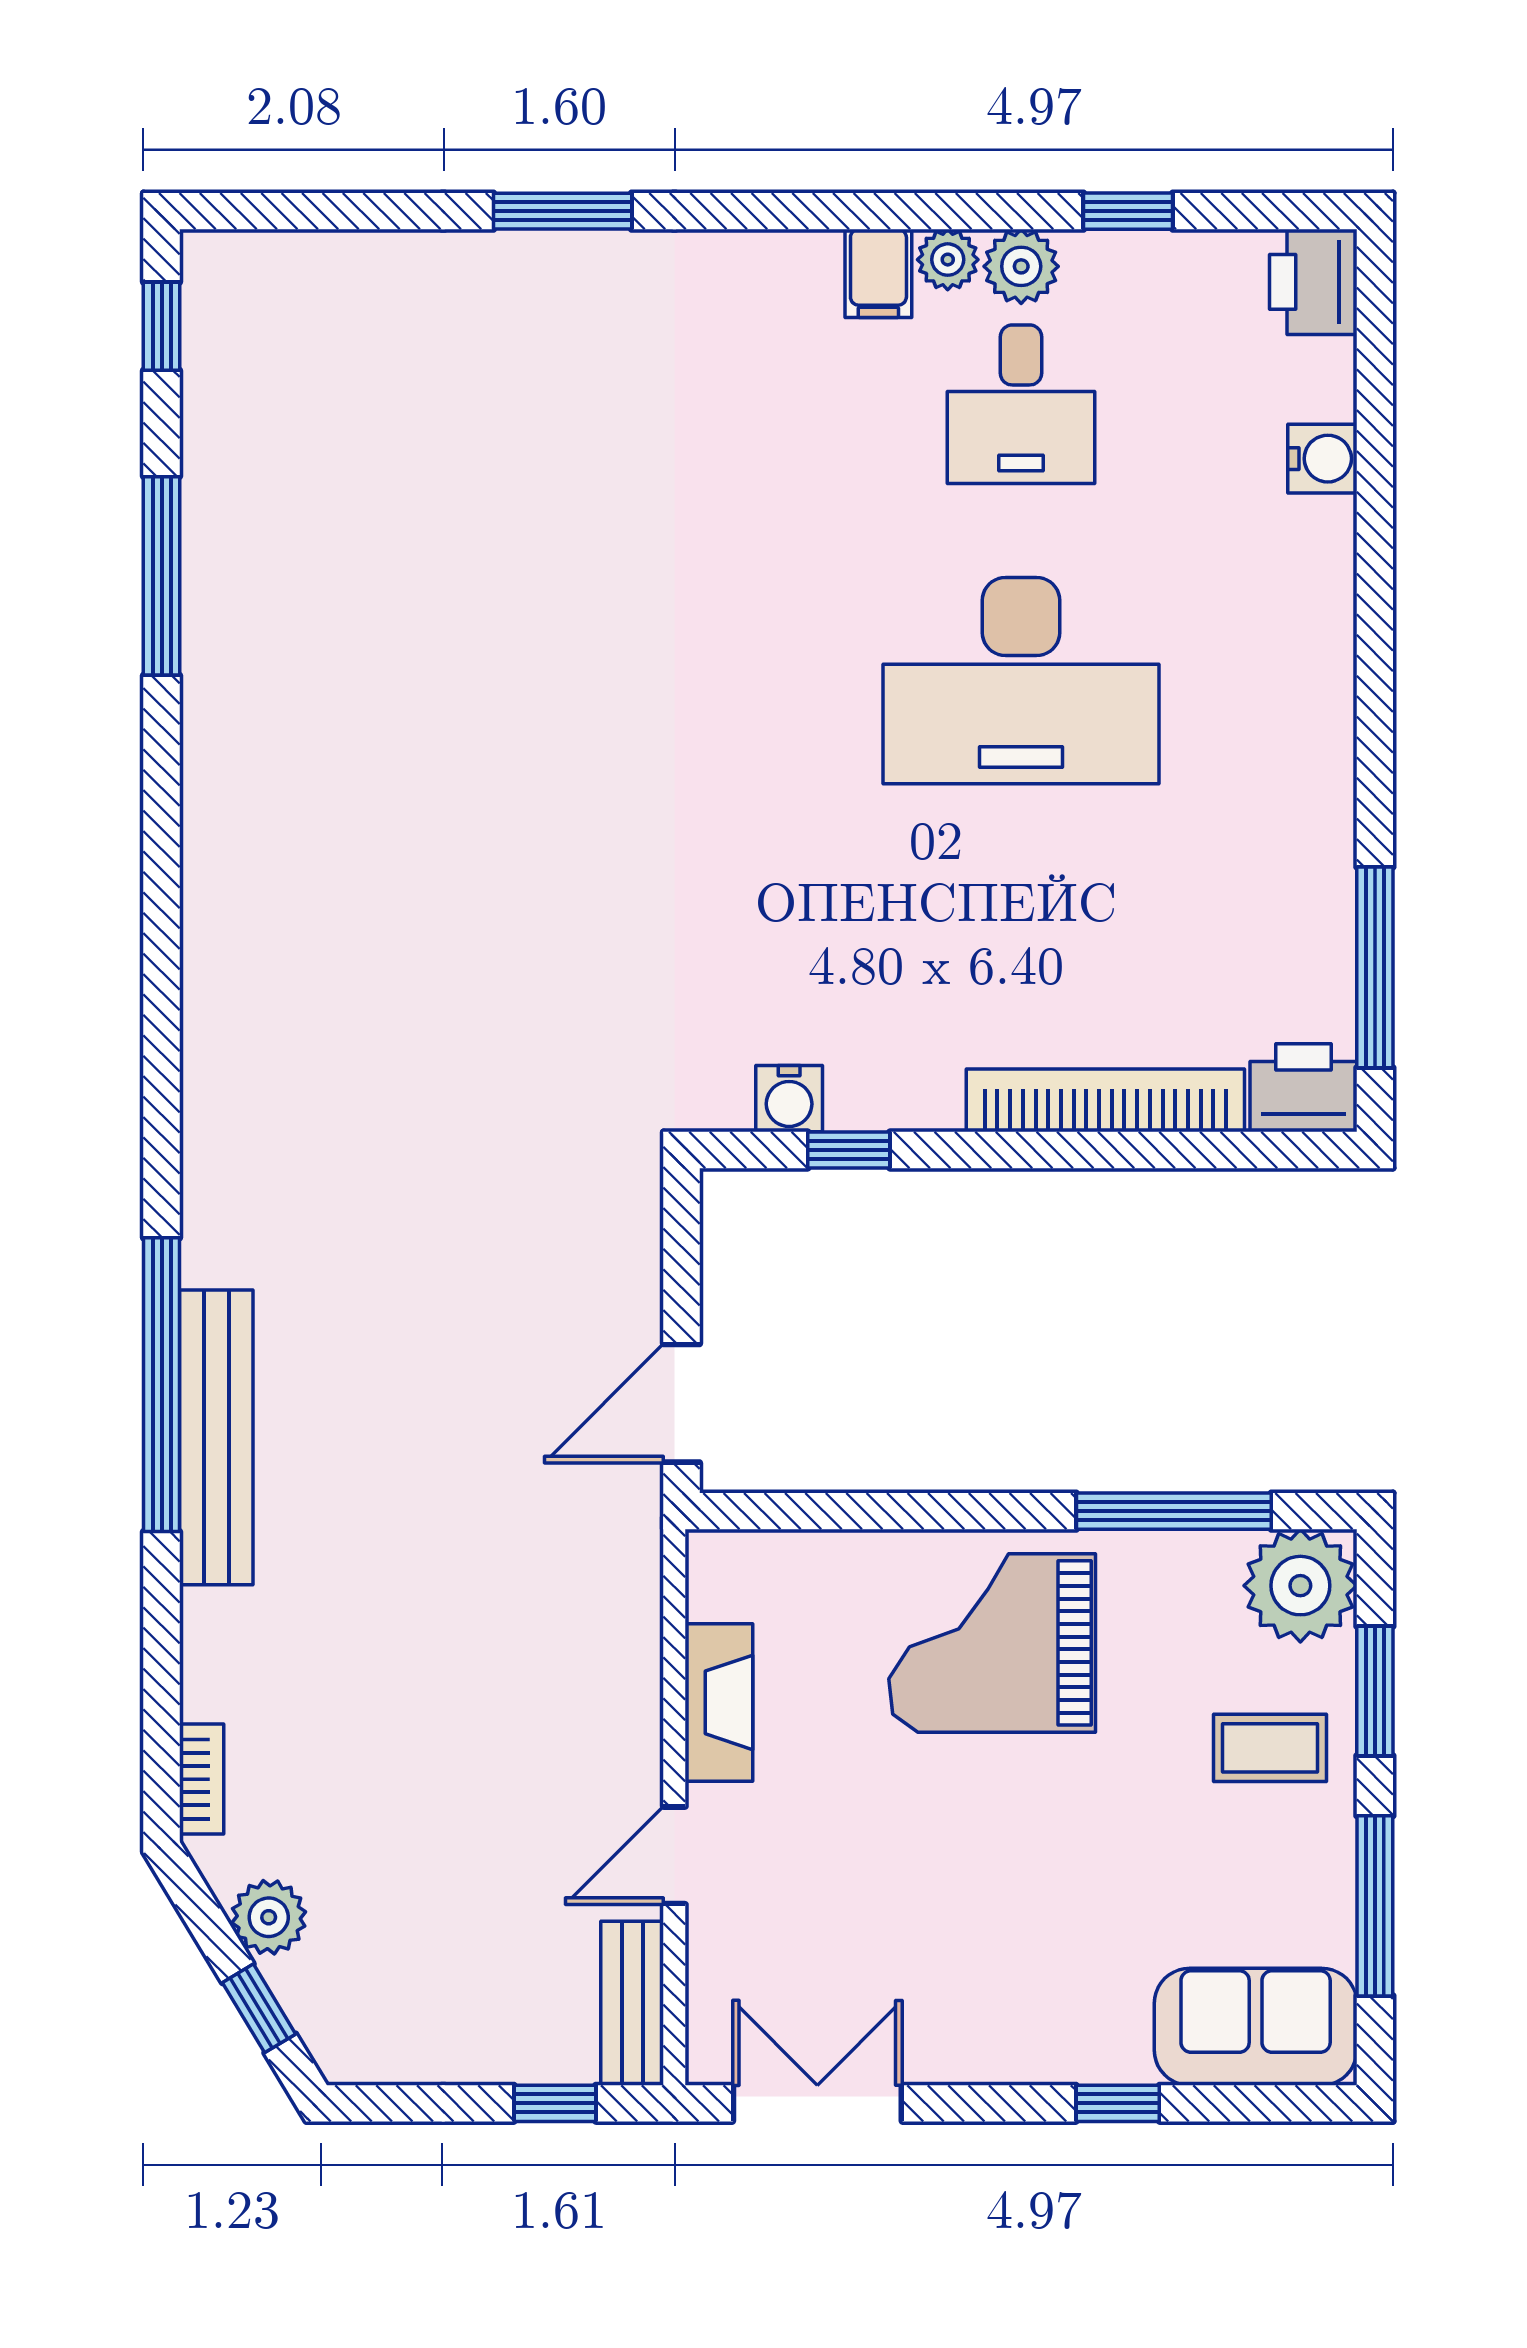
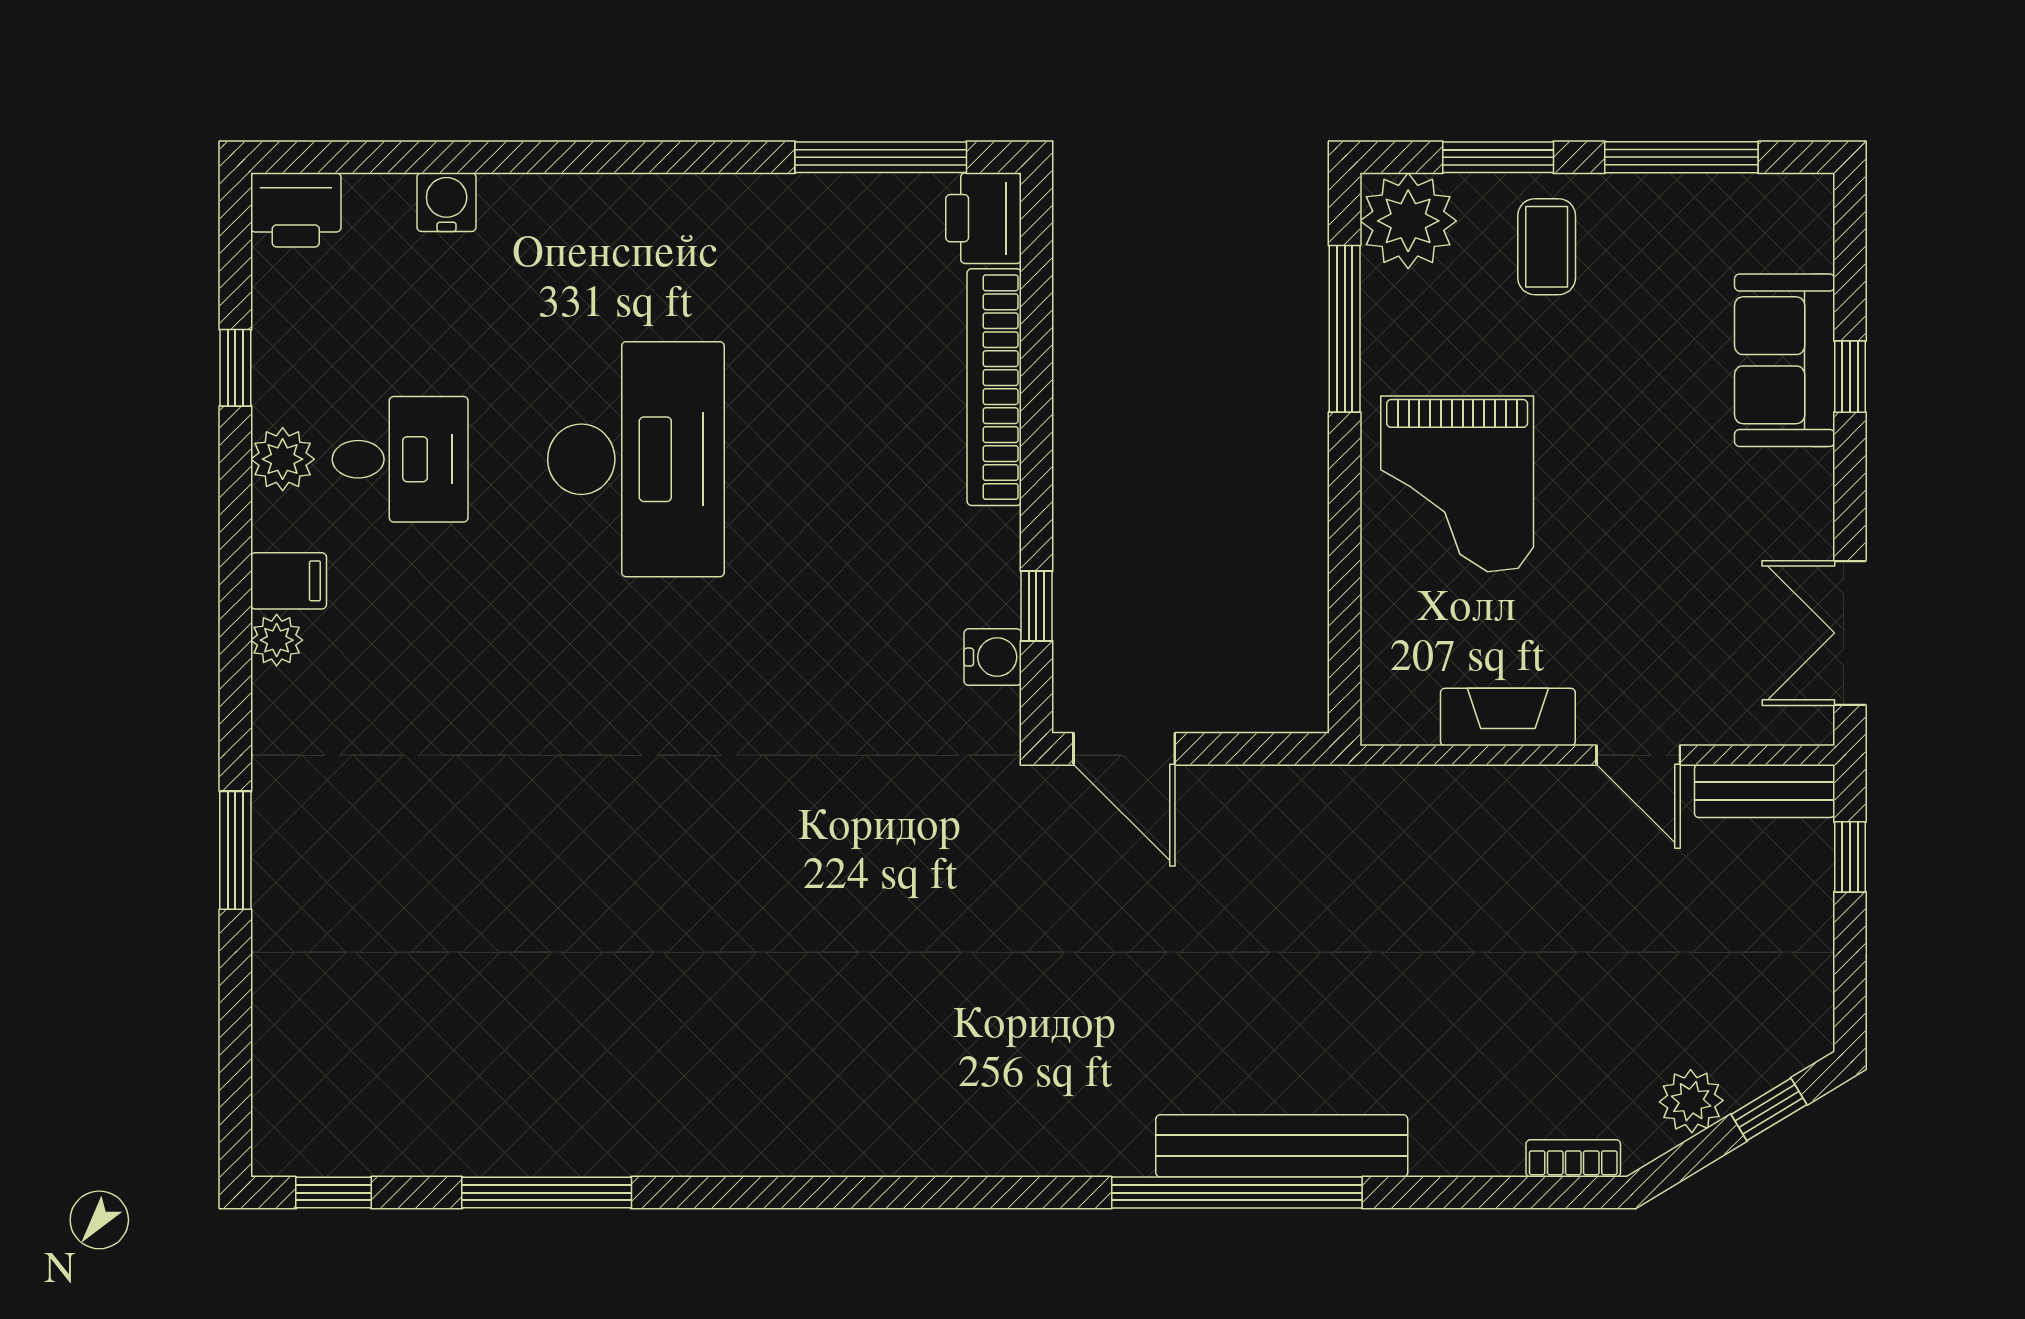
plant: (948, 260) -> (277, 640), moved
door: (682, 1403) -> (1124, 749), moved
sofa: (1256, 2027) -> (1785, 360), moved

